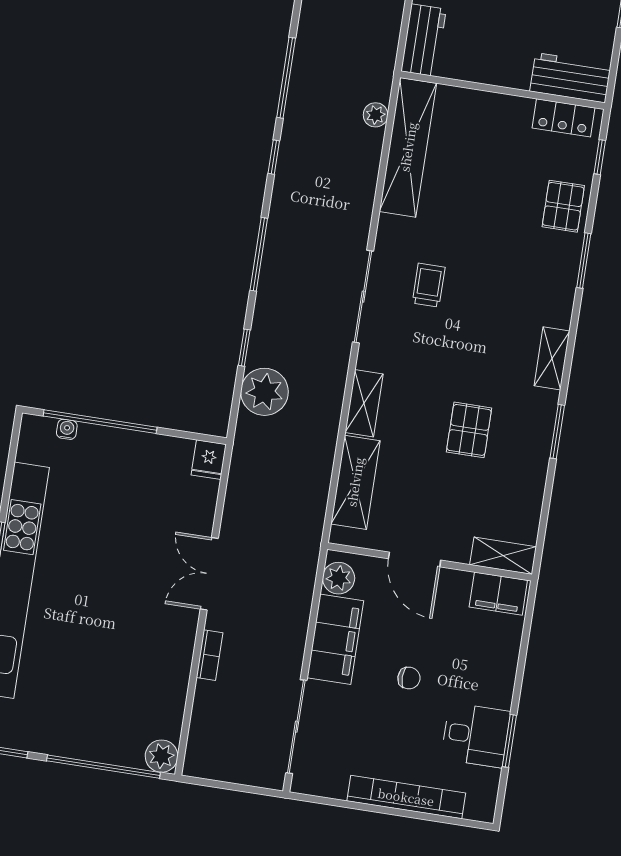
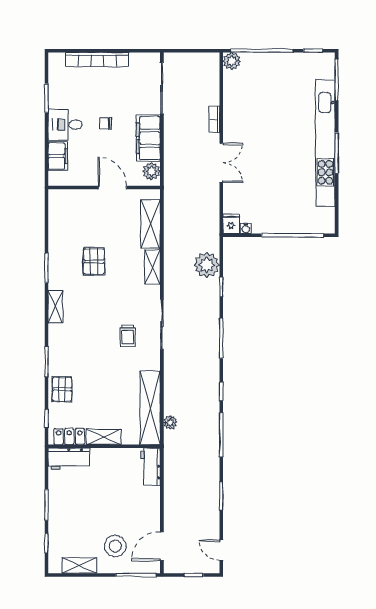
water cooler: (67, 429) -> (246, 228), moved
shelving: (503, 556) -> (104, 437), moved
filing cabinet: (498, 594) -> (58, 156), moved, turned 90
desk: (476, 735) -> (65, 125), moved

